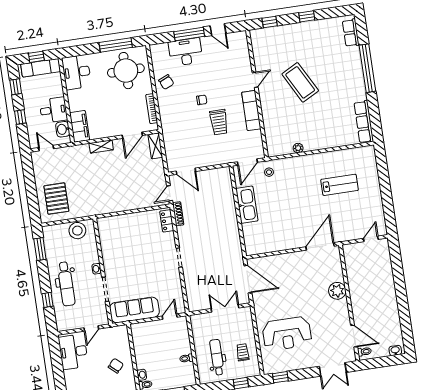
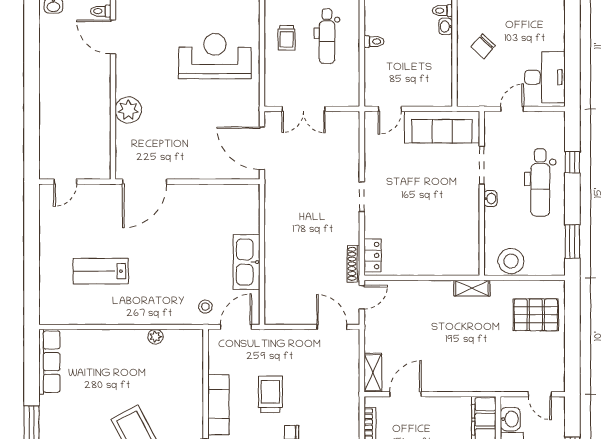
shelving: (101, 146) -> (472, 288), moved
pallet: (56, 199) -> (536, 315), turned 90
dental chair: (66, 284) -> (540, 182), turned 180

